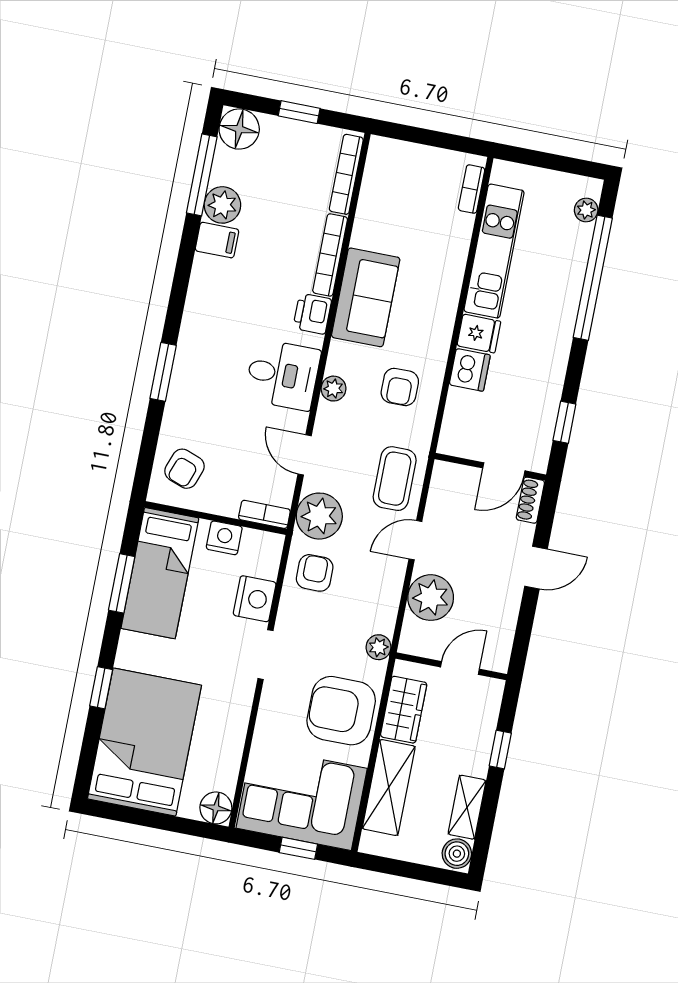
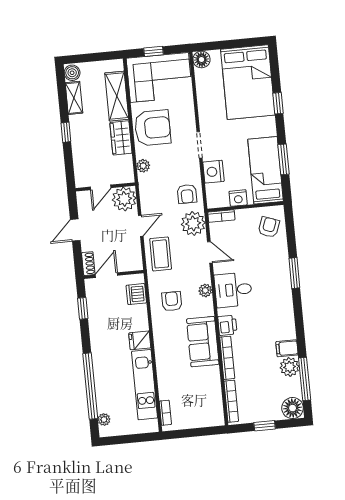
dishwasher: (470, 370) -> (136, 294), moved
wall: (451, 666) -> (105, 187), moved
door: (460, 668) -> (101, 187), moved

